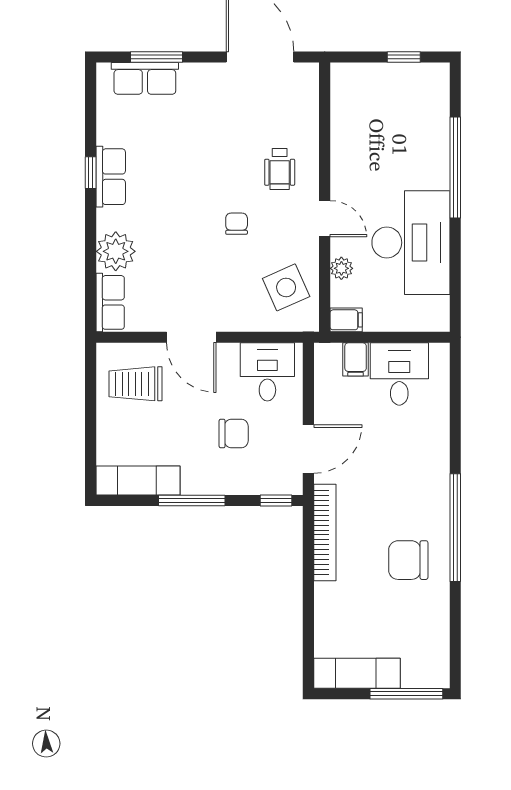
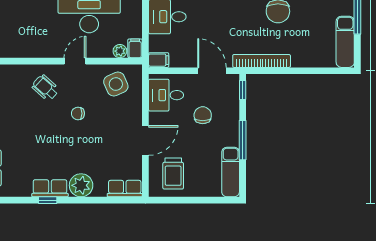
wheelchair: (280, 169) -> (45, 88), turned -138
plant: (116, 251) -> (81, 185), moved
plant: (341, 268) -> (120, 51), moved
filing cabinet: (356, 359) -> (159, 60), moved

